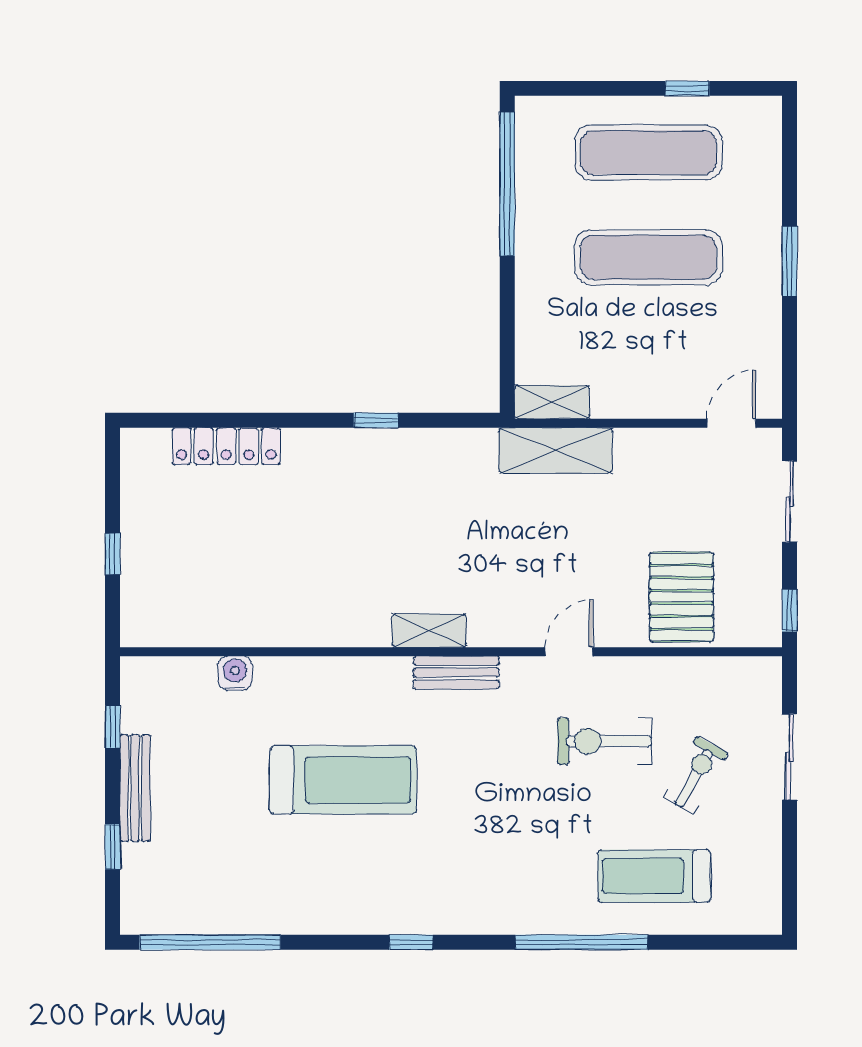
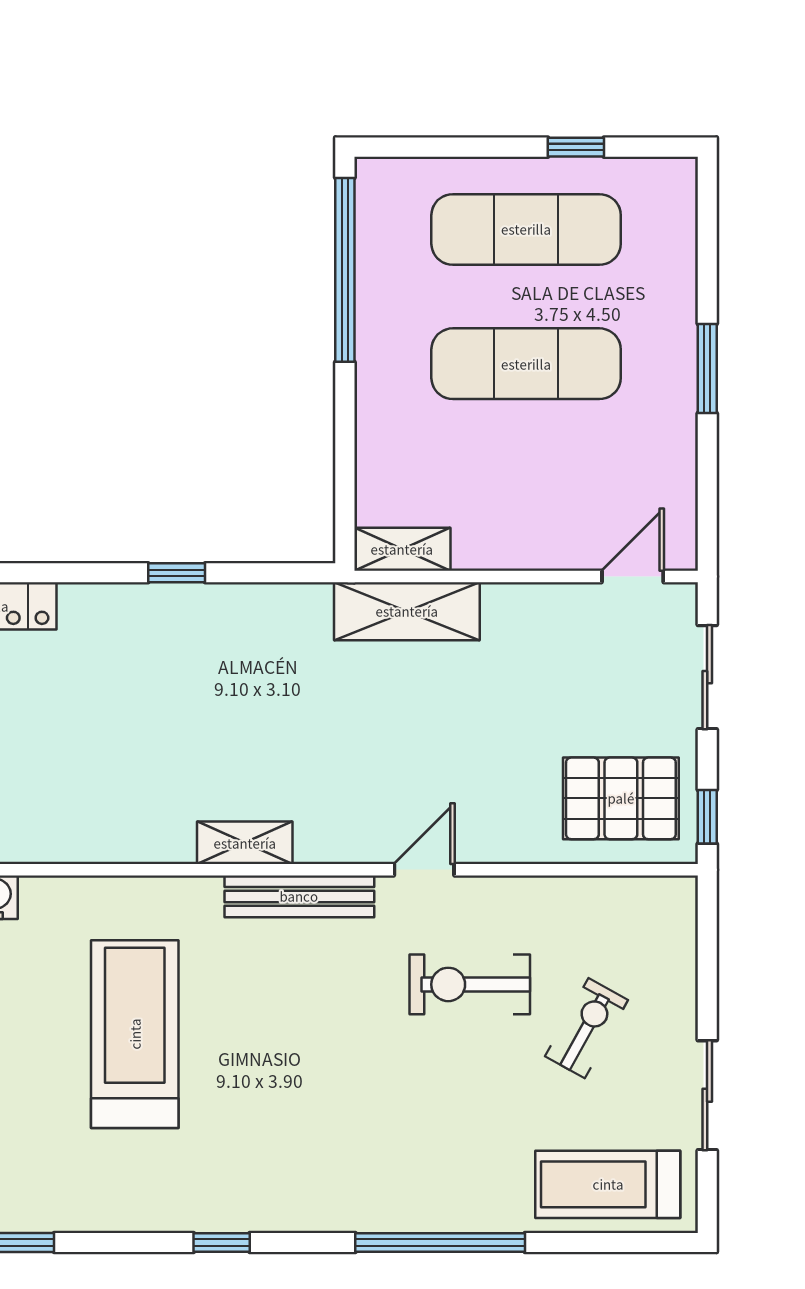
pallet: (681, 597) -> (621, 798), moved, turned 90
bench: (456, 673) -> (299, 896), width x1.36
sliding door: (790, 757) -> (707, 1095), moved
treadmill: (343, 780) -> (135, 1034), turned -90
treadmill: (654, 876) -> (608, 1184), moved

